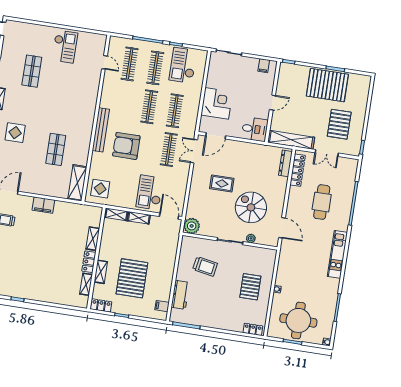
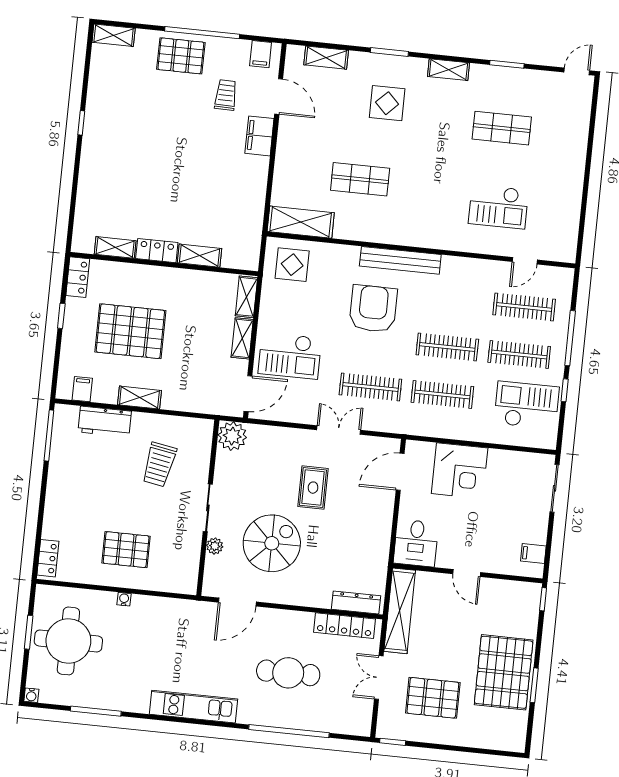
checkout: (65, 47) -> (498, 207), moved
door: (216, 136) -> (400, 472), hinge flipped
double door: (194, 151) -> (339, 430), moved
checkout: (150, 192) -> (290, 356), turned 180
filing cabinet: (43, 205) -> (259, 136), moved
shelving: (101, 272) -> (139, 398), moved

